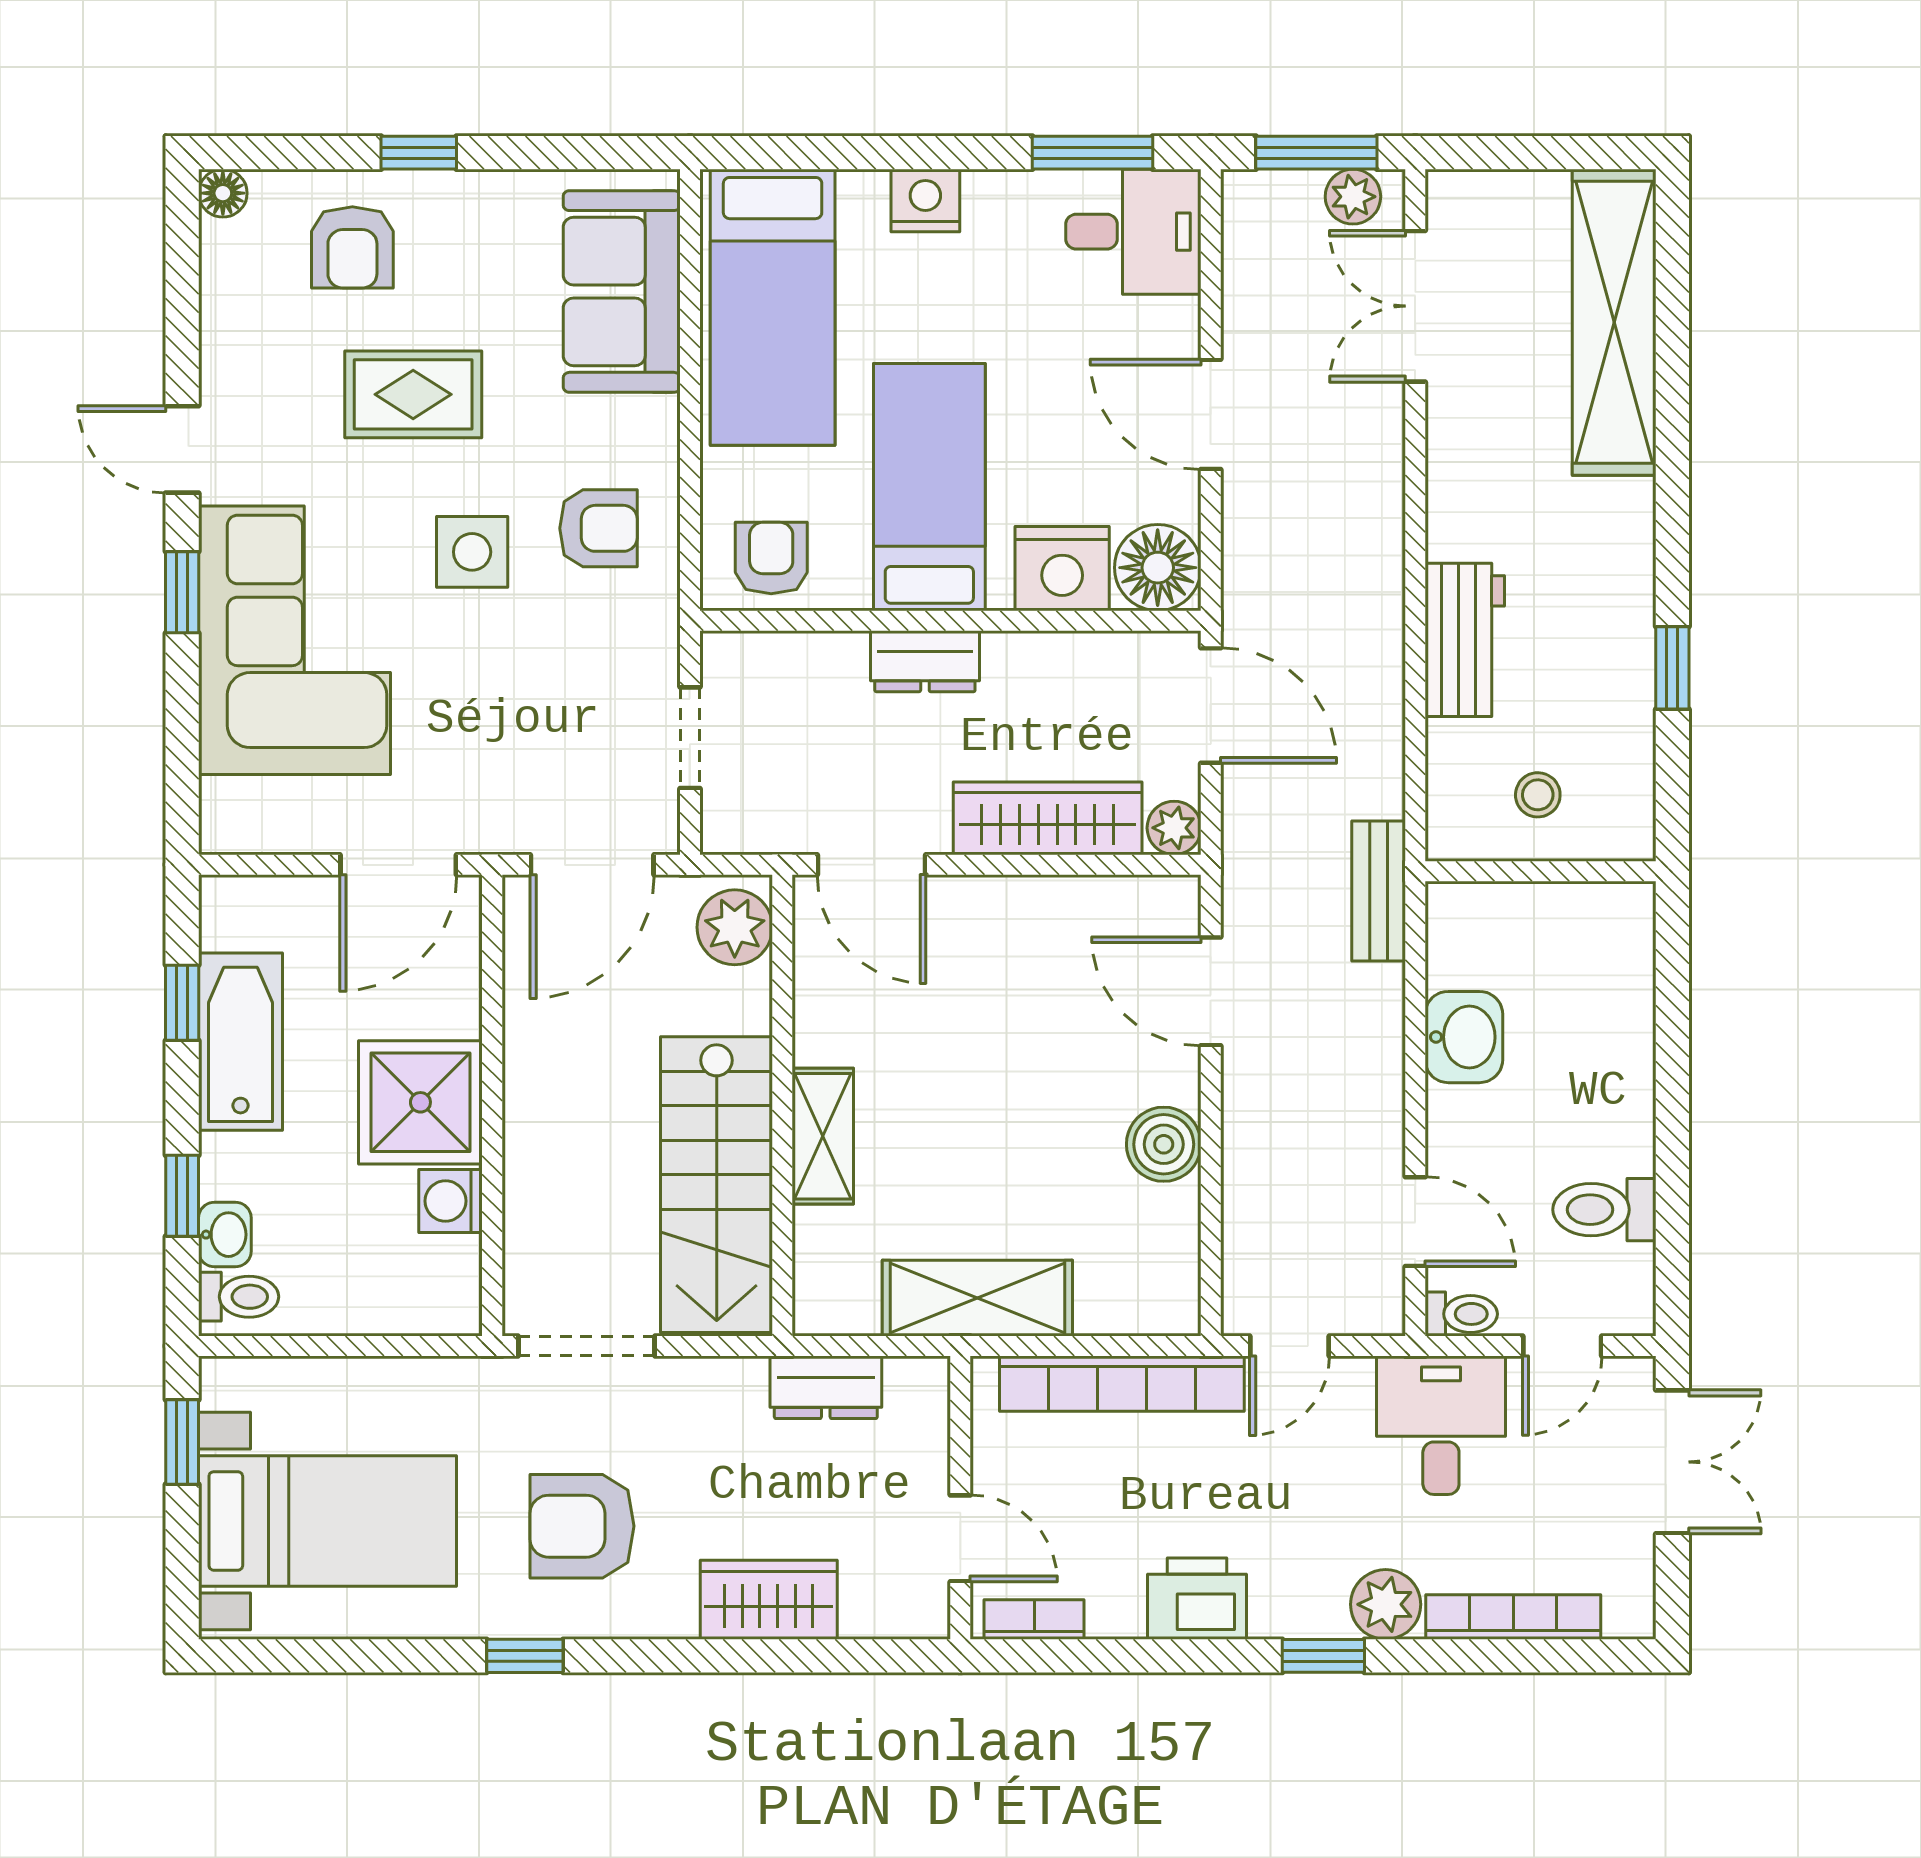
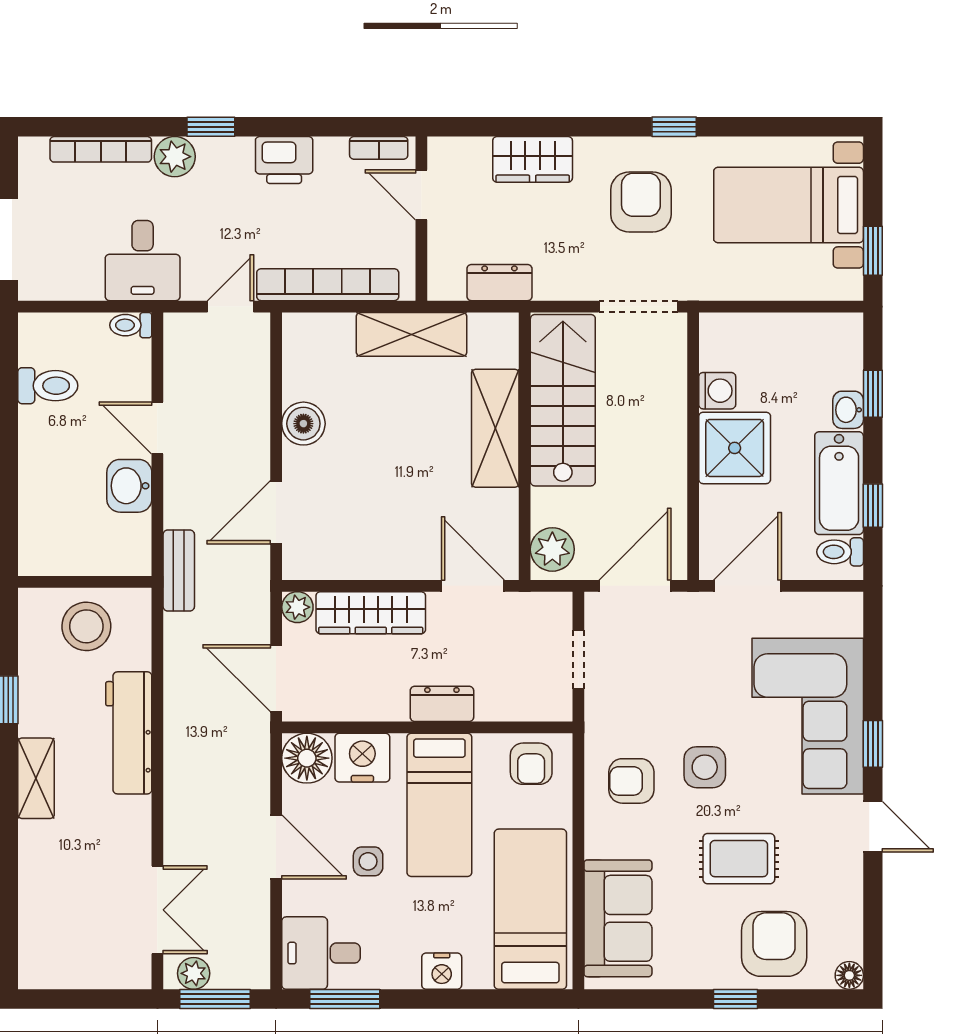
armchair: (352, 247) -> (774, 944), width x1.38, depth x1.38
shelving: (1614, 322) -> (36, 778), moved, width x0.45, depth x0.75
side table: (1052, 390) -> (368, 861), added
workbench: (1465, 640) -> (129, 733), width x1.38
stool: (1538, 795) -> (86, 626), width x1.89, depth x1.89
door: (1211, 991) -> (276, 512), swing flipped
shelving: (823, 1136) -> (495, 428), width x1.50, depth x1.33
door: (1415, 1222) -> (157, 428), moved
washbasin: (225, 1235) -> (848, 410), moved
toilet: (239, 1297) -> (840, 552), moved
door: (1562, 1346) -> (72, 307), removed
armchair: (582, 1526) -> (641, 202), turned -90

